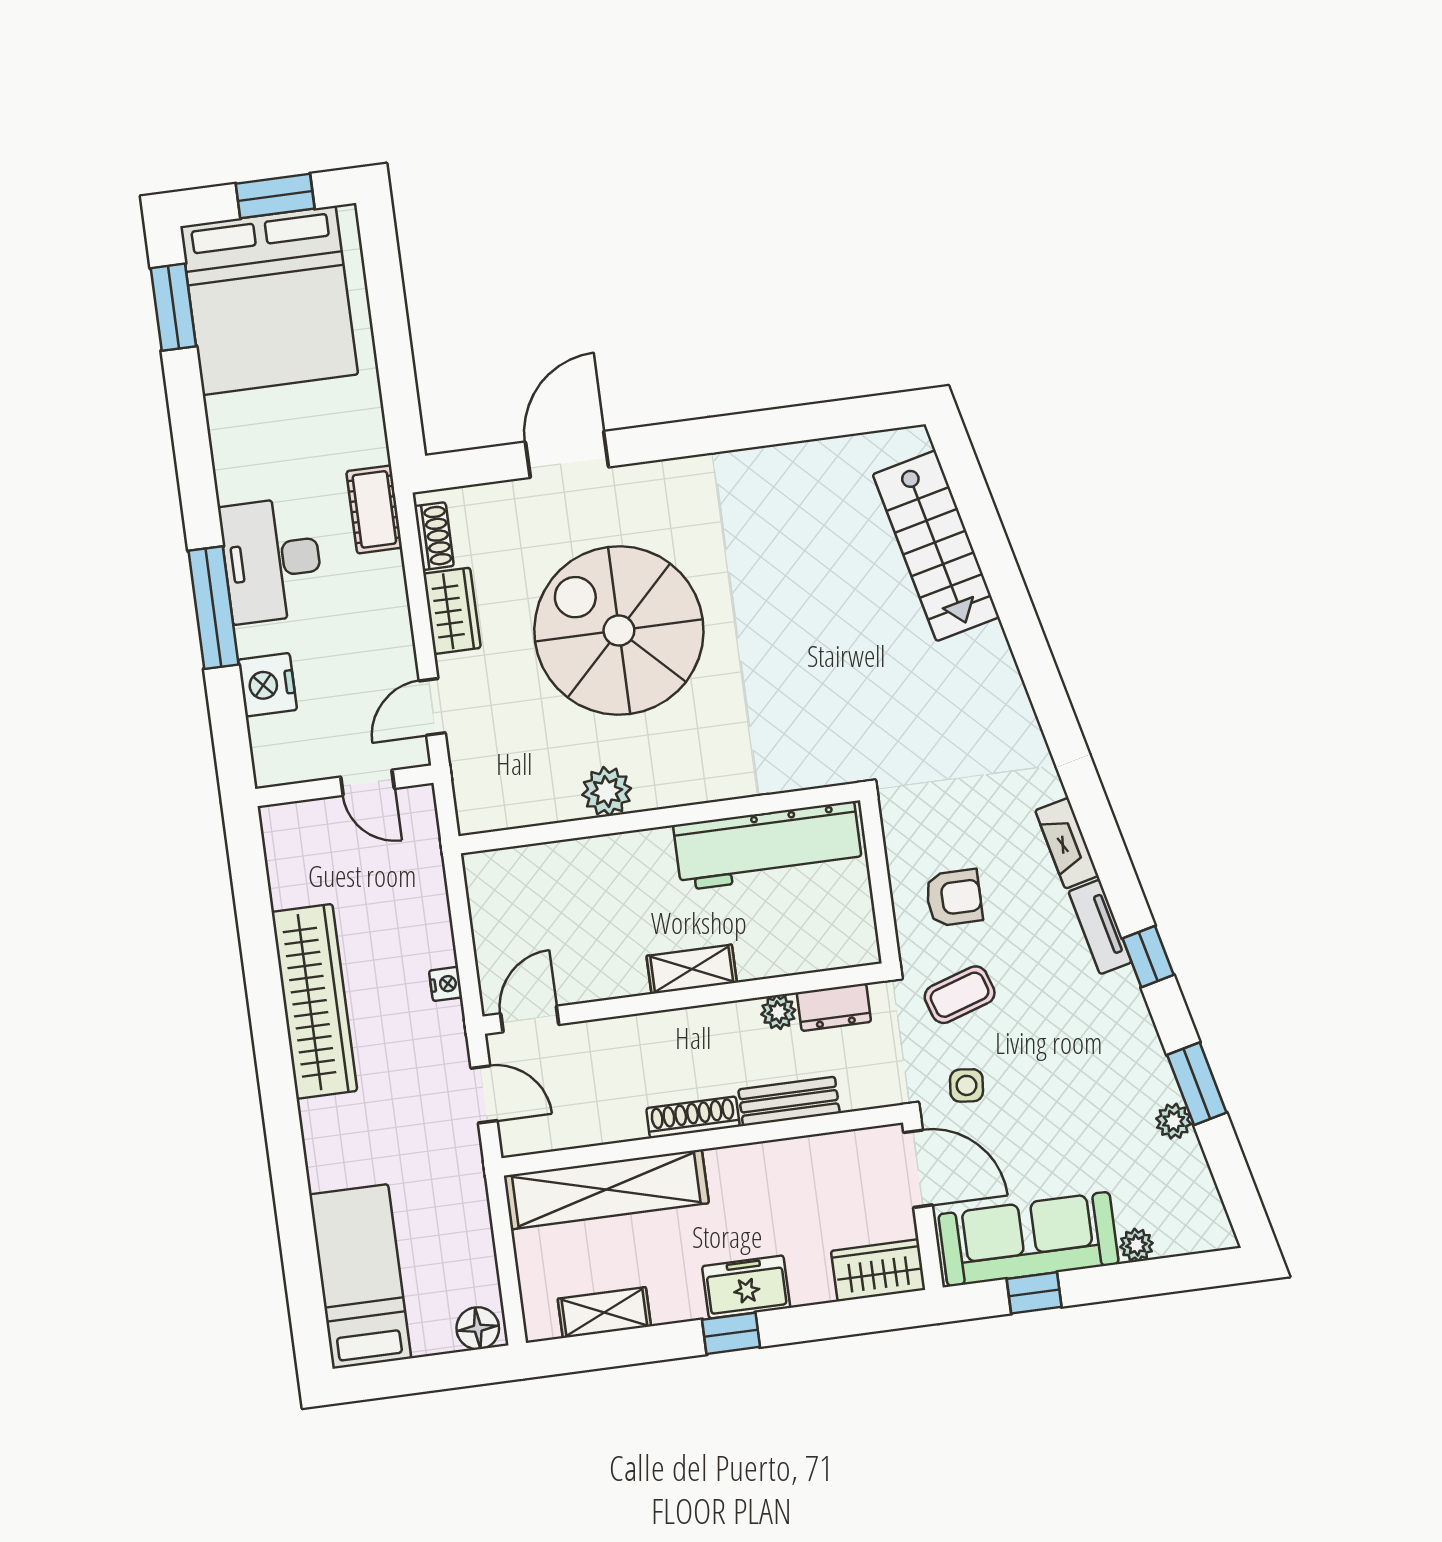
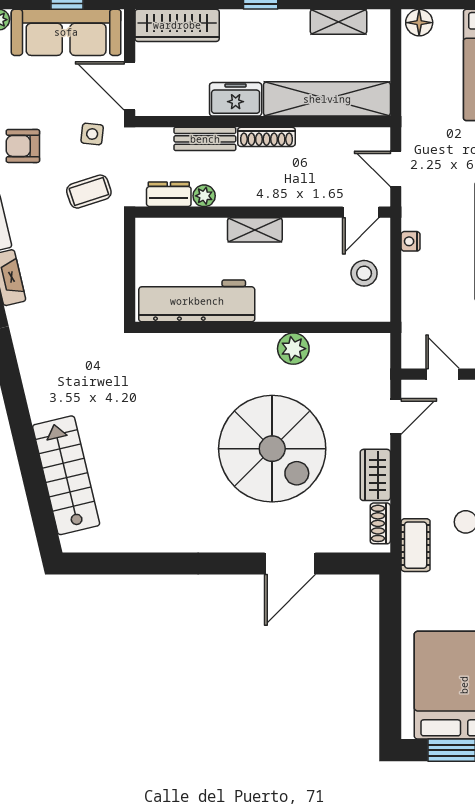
armchair: (954, 898) -> (23, 146), moved
stool: (512, 924) -> (364, 273), added
wardrobe: (878, 1270) -> (177, 25), width x1.50
freezer: (746, 1287) -> (236, 99), moved, turned 180

